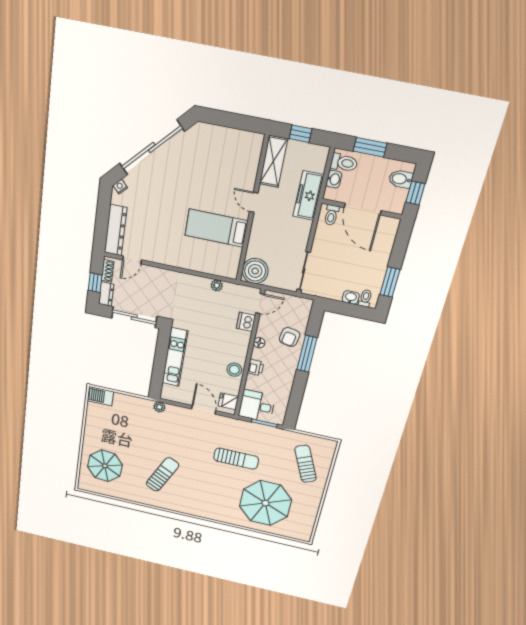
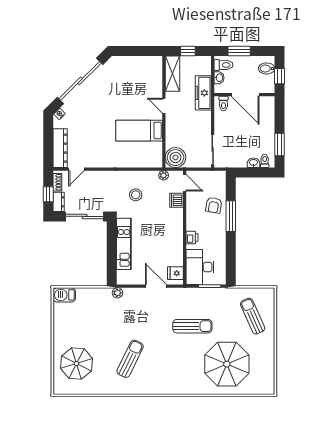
plant: (217, 285) -> (164, 175), moved
door: (260, 304) -> (185, 183), hinge flipped
floor lamp: (259, 343) -> (191, 216), removed
stool: (234, 370) -> (136, 195), moved
desk: (257, 406) -> (200, 267), width x1.37

